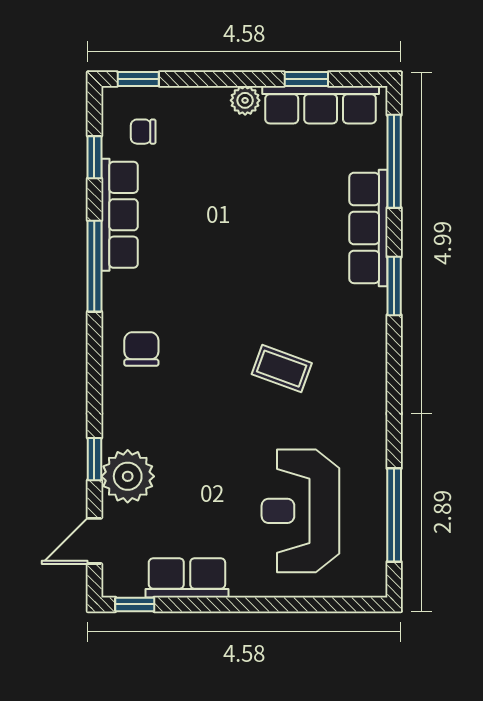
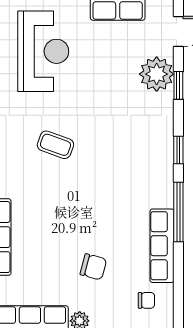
window: (94, 157) -> (178, 150), moved
chair: (141, 349) -> (93, 267), moved, turned -75

